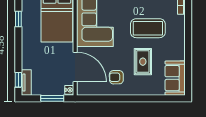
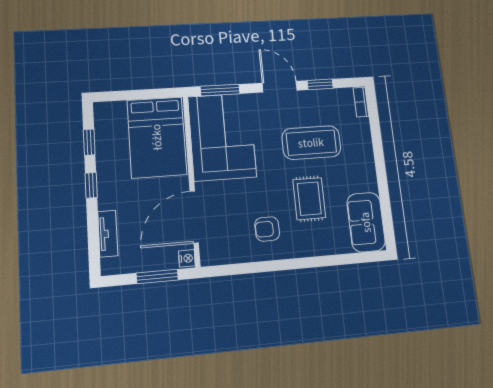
door: (75, 67) -> (194, 217), swing flipped
window: (18, 80) -> (91, 185), moved
tv unit: (26, 83) -> (108, 234), moved

